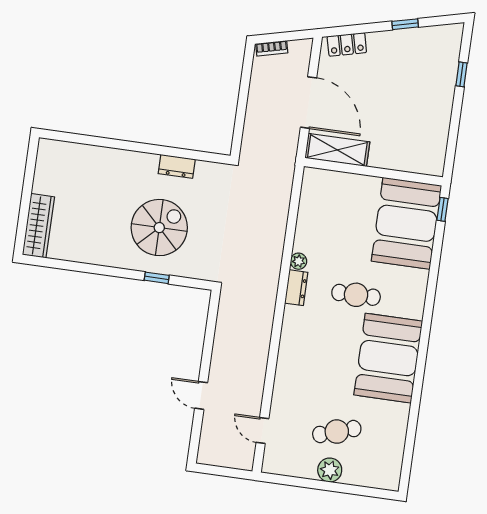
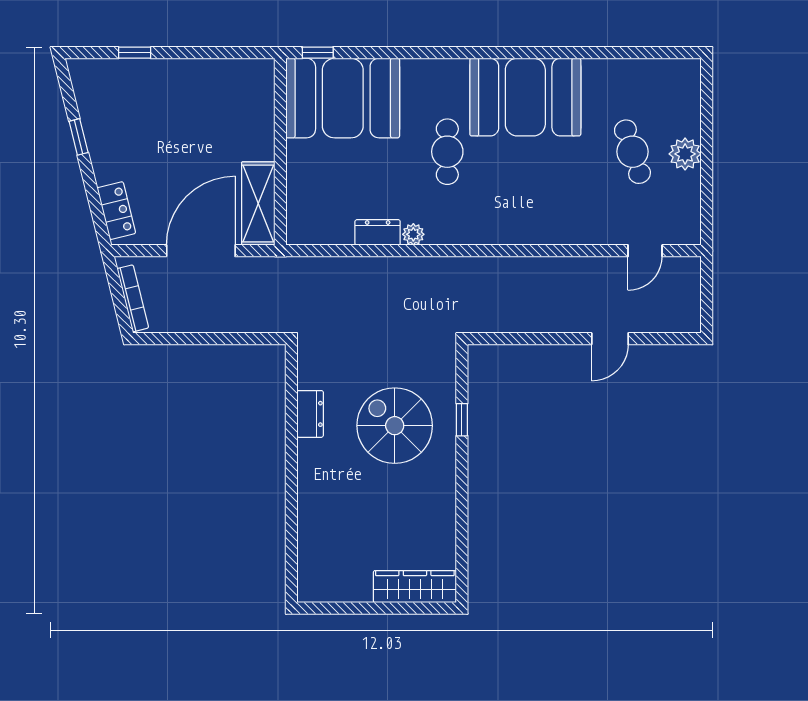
bookcase: (272, 48) -> (133, 298), width x1.56
dresser: (296, 288) -> (378, 232), moved

